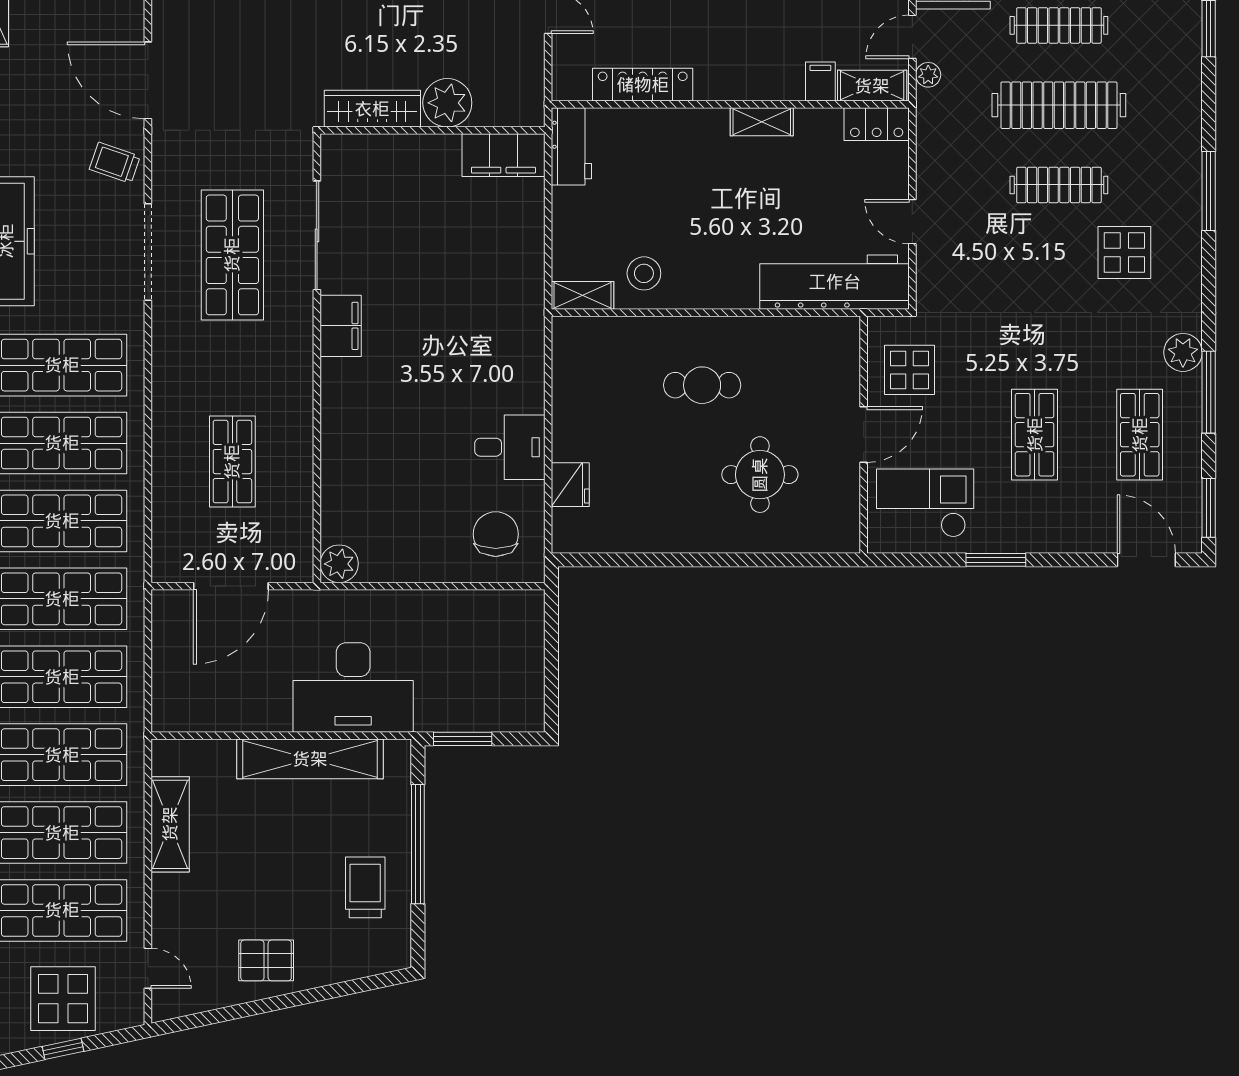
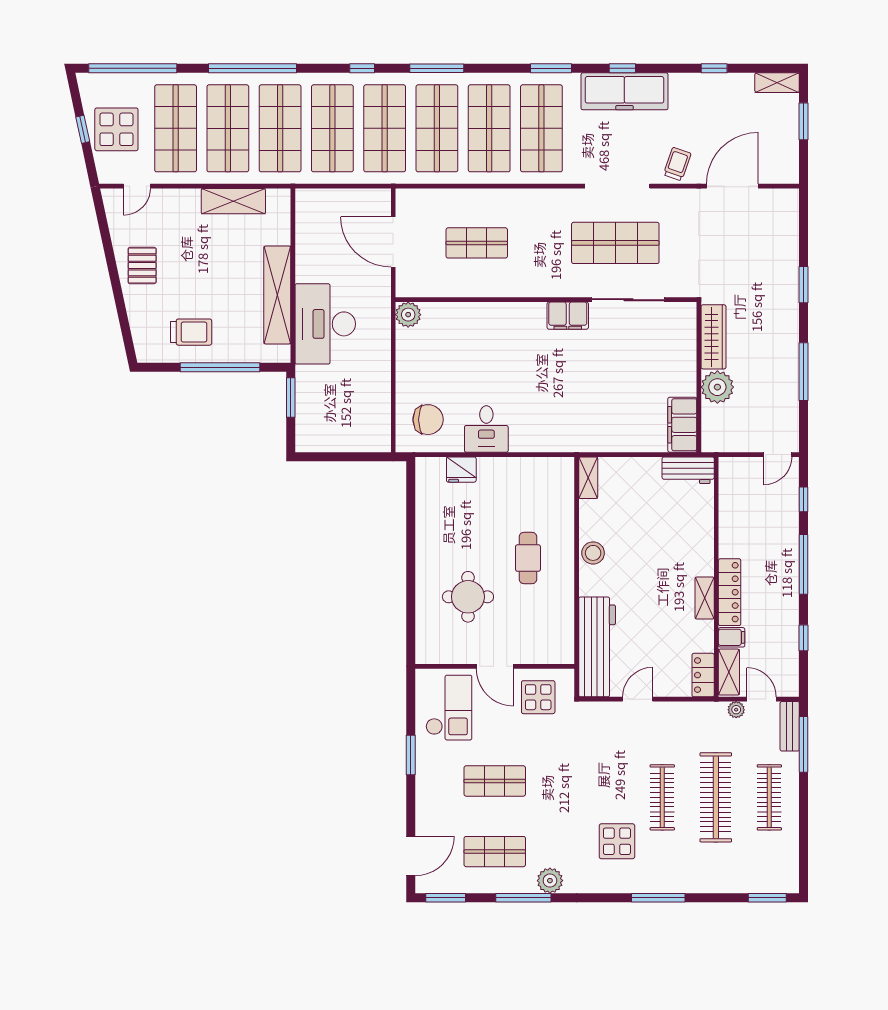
locker: (643, 85) -> (730, 592), moved
stool: (644, 273) -> (593, 553), moved

